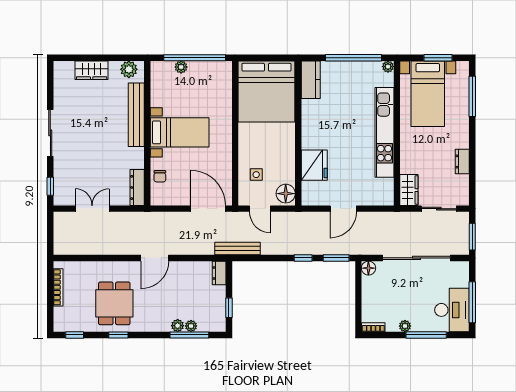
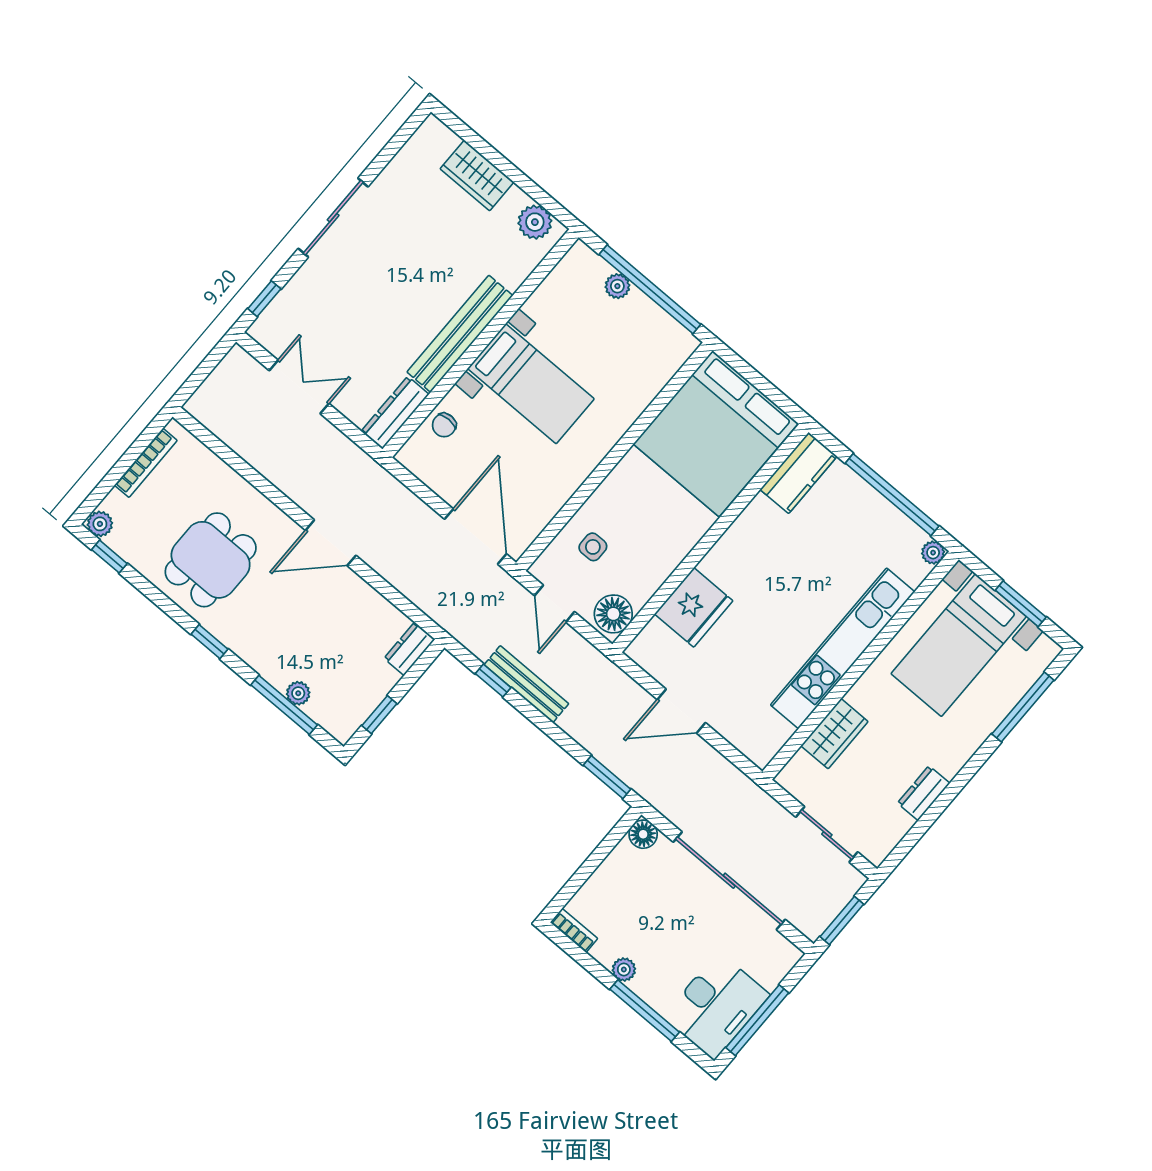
bench: (136, 115) -> (460, 334), moved
wardrobe: (409, 190) -> (834, 734), moved
bench: (237, 249) -> (526, 684), moved
window: (303, 258) -> (493, 681), moved
plant: (178, 326) -> (100, 524), moved
window: (118, 335) -> (210, 642), moved

